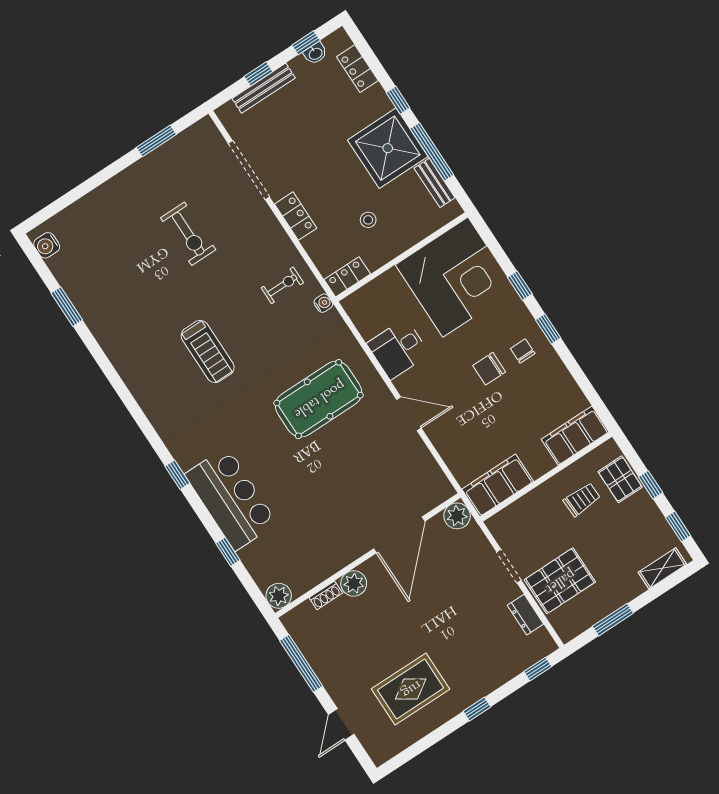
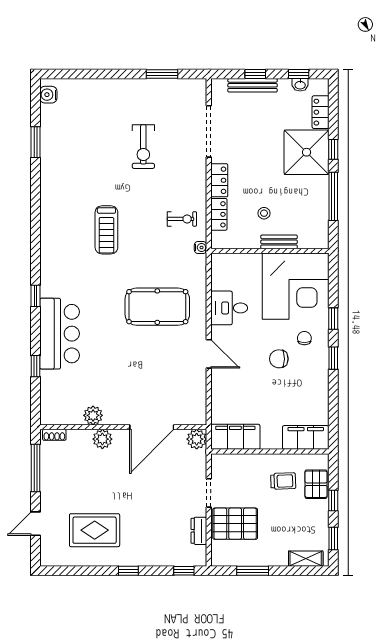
shower: (388, 148) -> (307, 152), moved
bench: (435, 183) -> (279, 242), moved, turned 90
locker: (347, 277) -> (219, 214), moved, turned 90
chair: (523, 351) -> (304, 338), moved
shoe rack: (326, 595) -> (54, 435), moved
plant: (279, 596) -> (93, 415), moved

